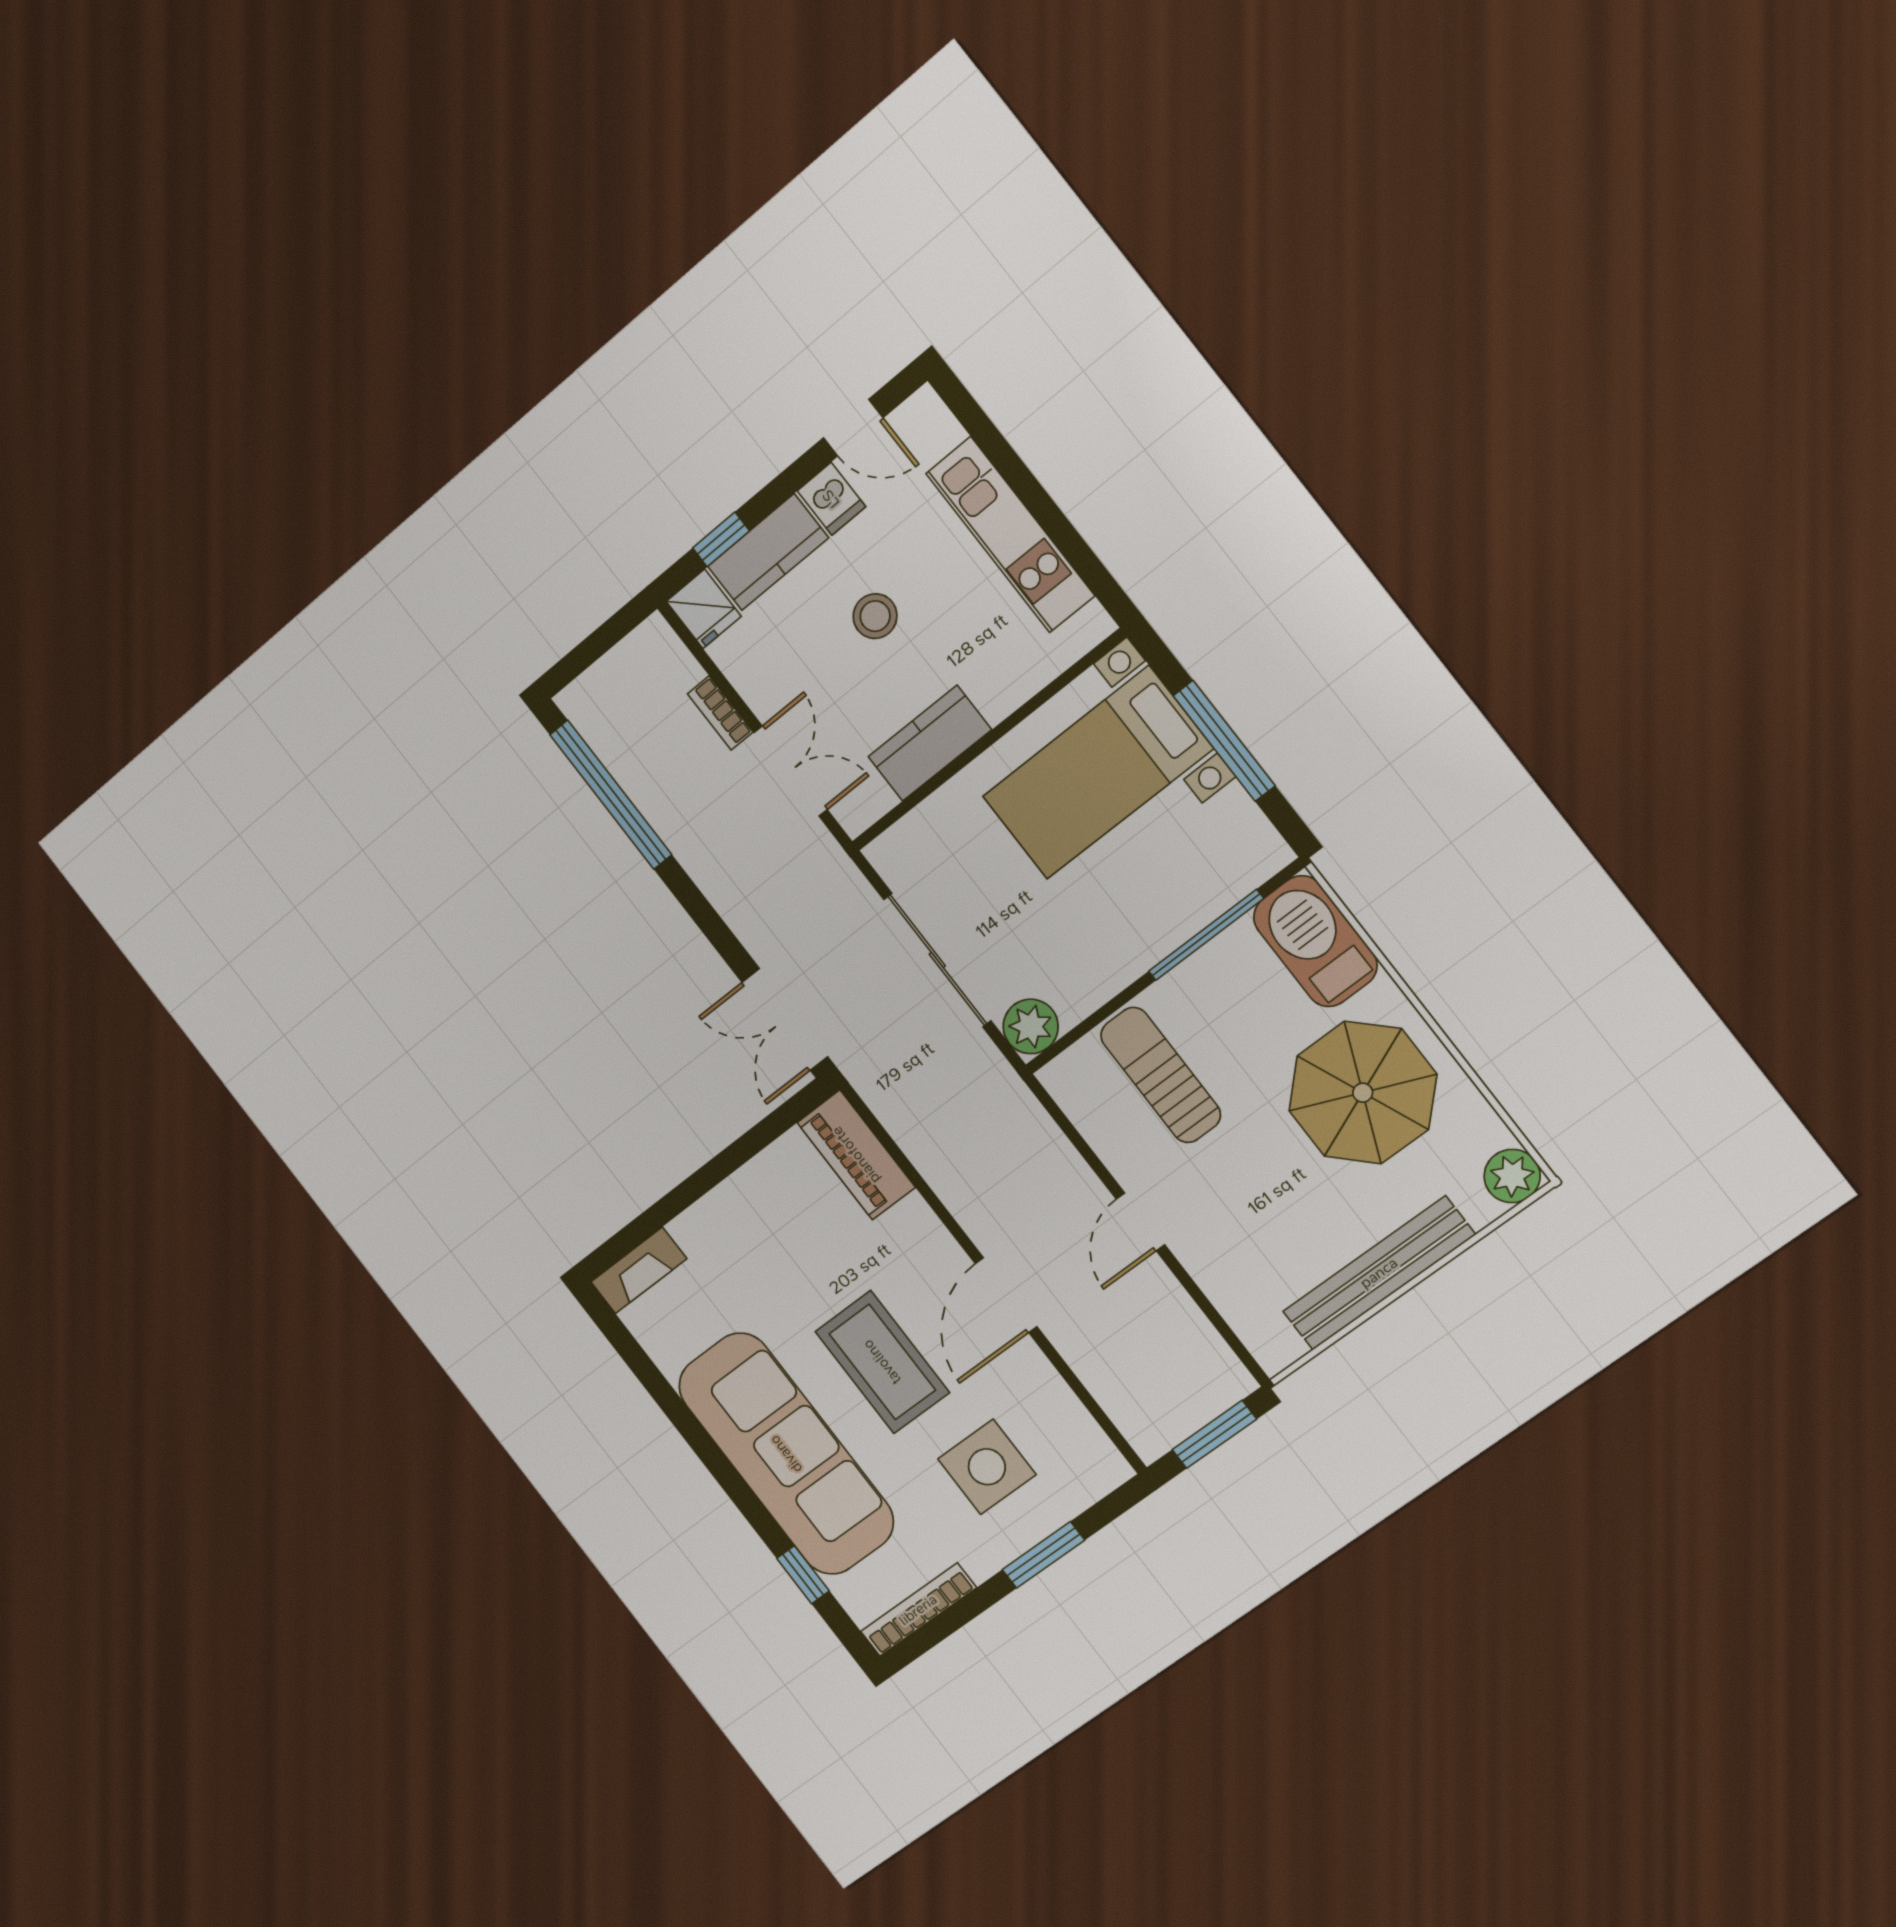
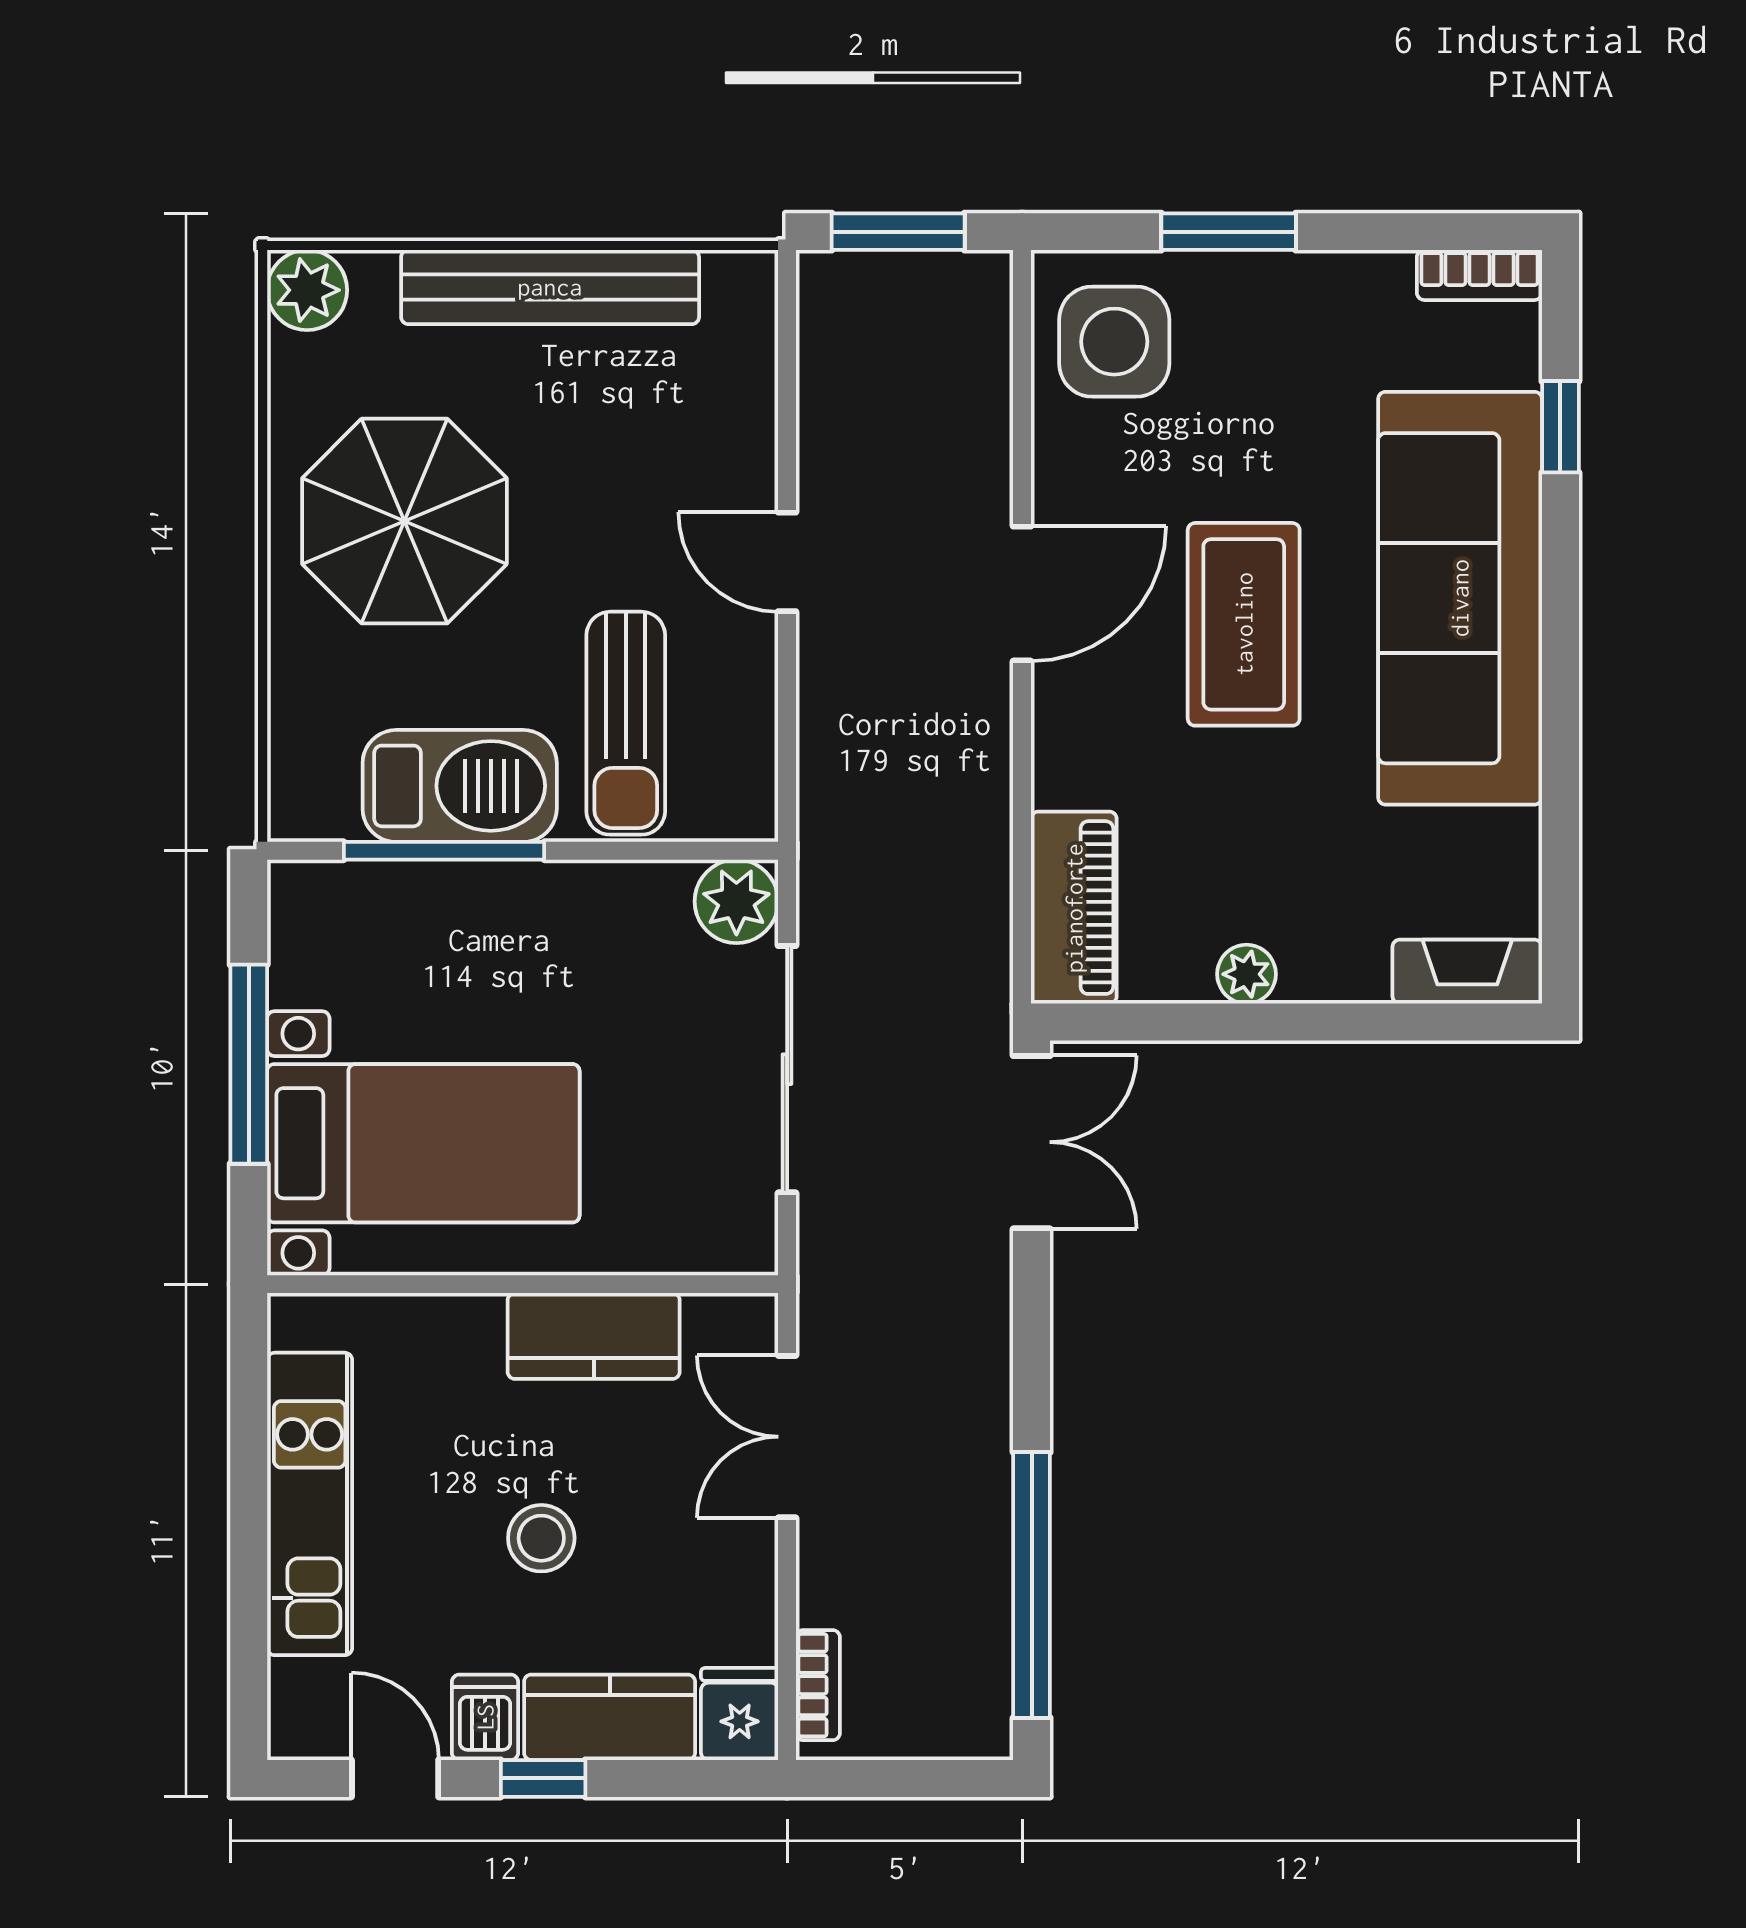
window: (721, 539) -> (543, 1778), moved
bookcase: (720, 713) -> (818, 1685), moved
barbecue: (1315, 941) -> (460, 786), moved, turned -90
plant: (745, 1187) -> (1247, 974), added
door: (1141, 1222) -> (787, 562), swing flipped
side table: (987, 1467) -> (1114, 342), moved
bookcase: (918, 1610) -> (1479, 275), width x0.64

